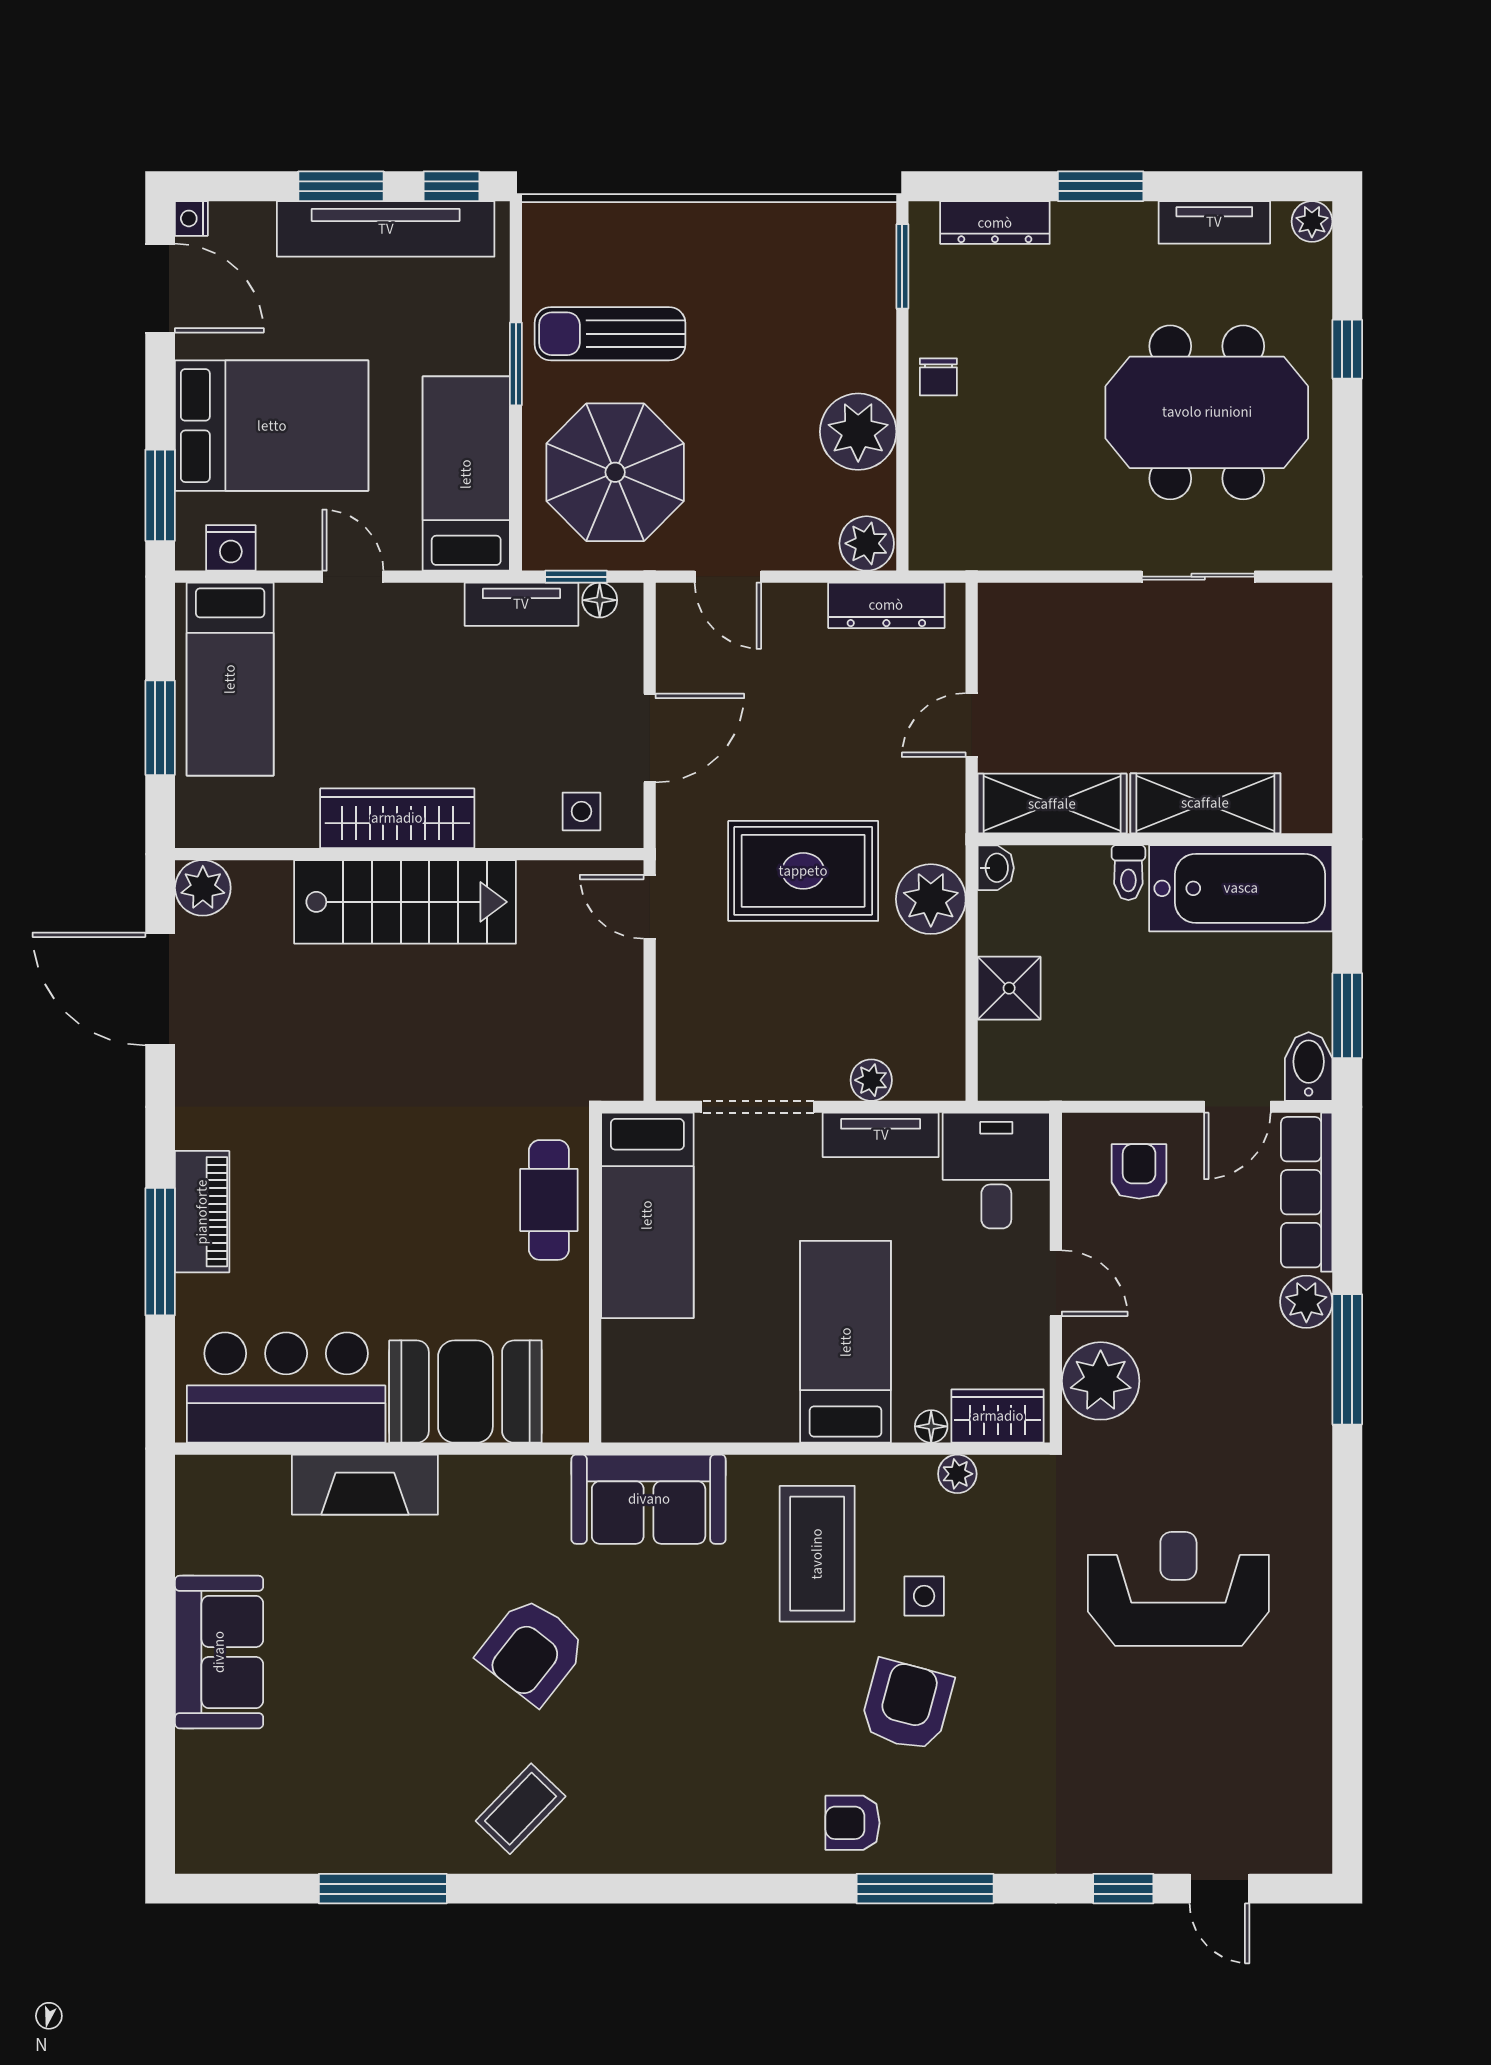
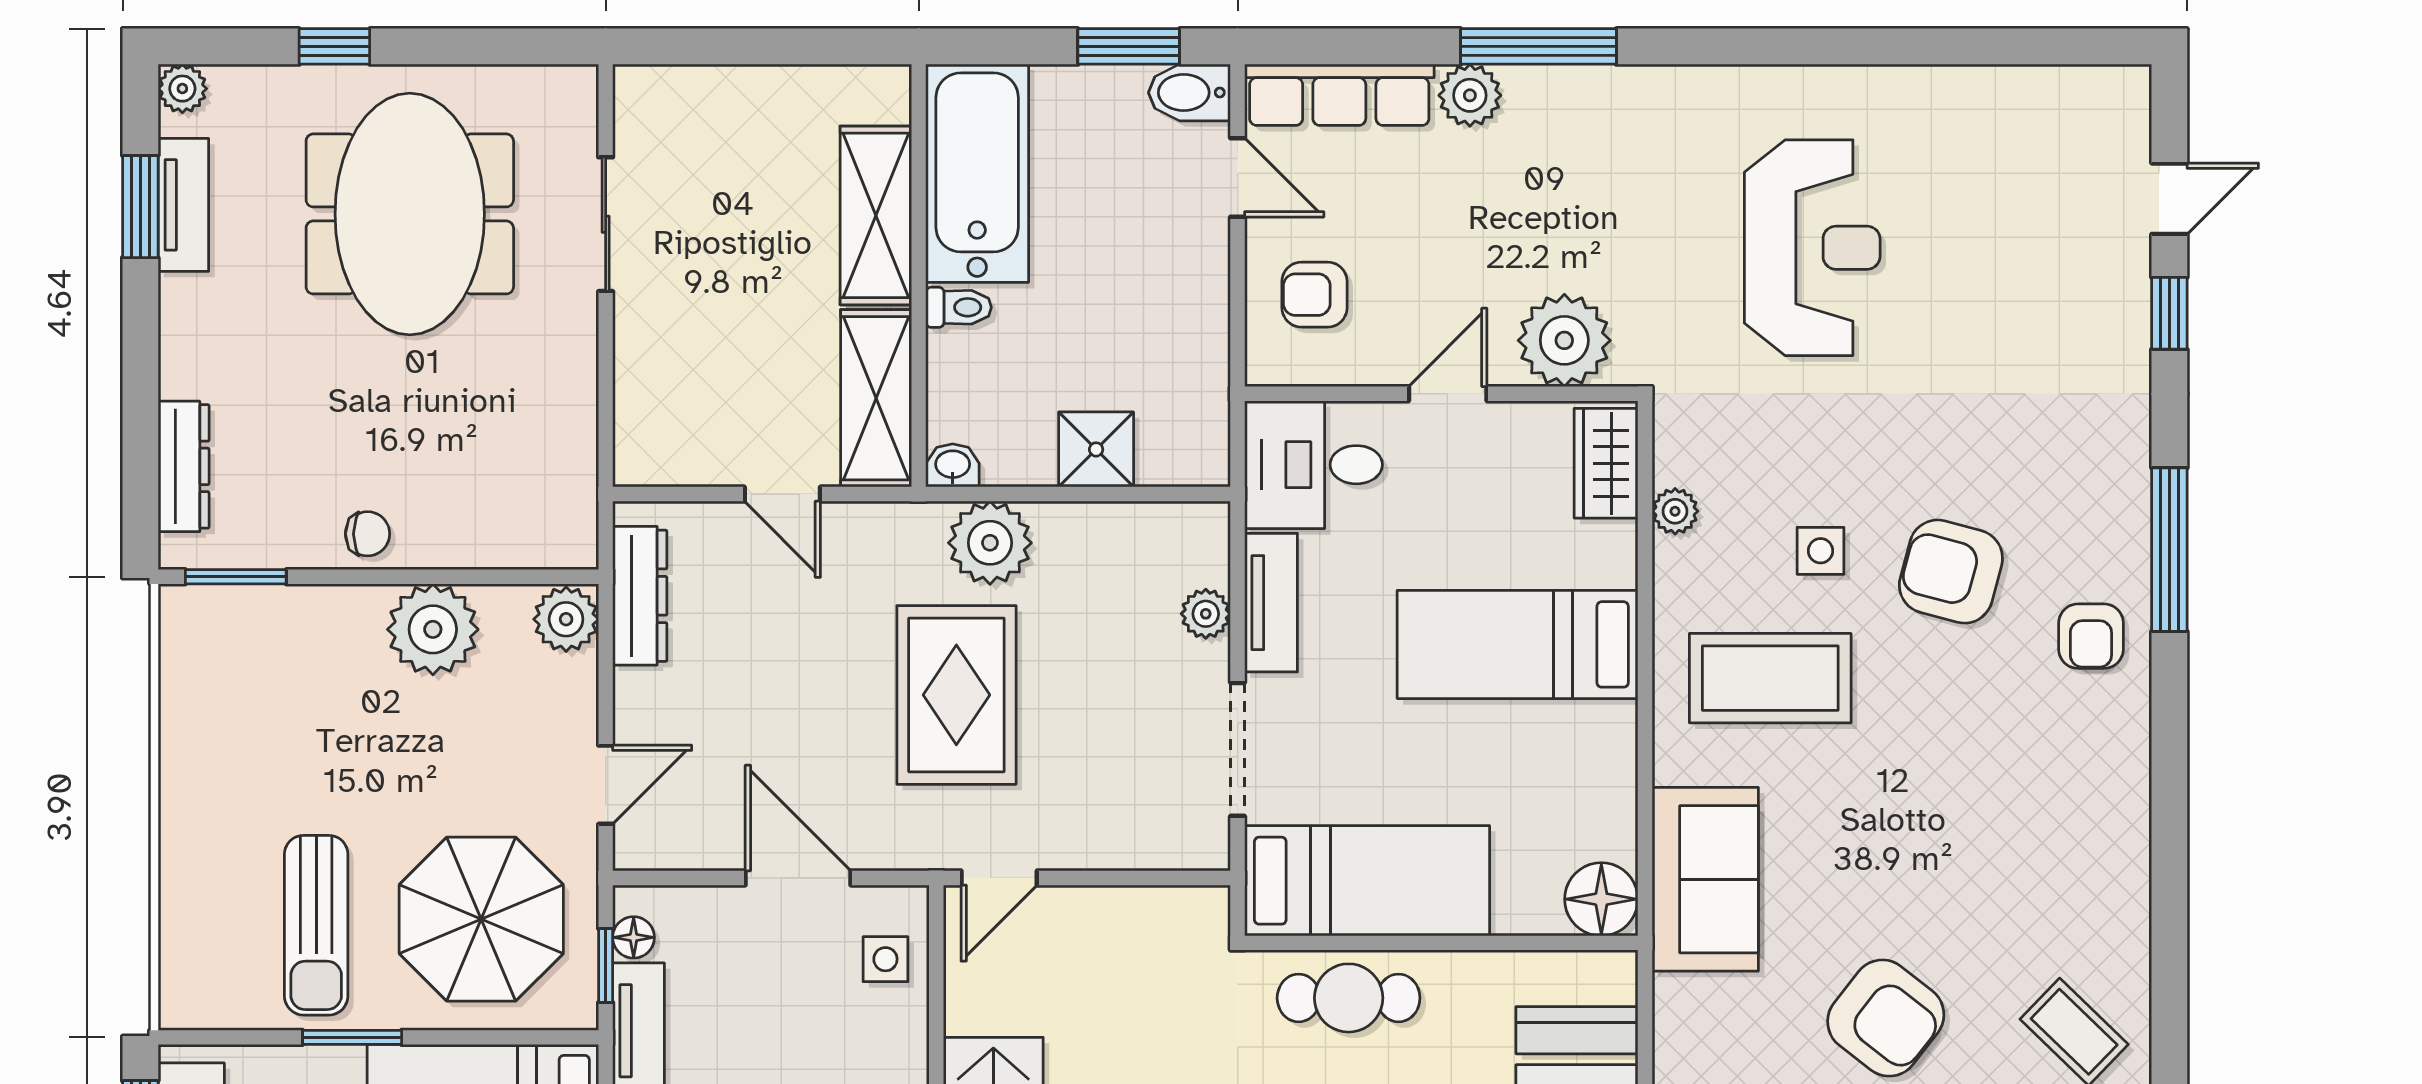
window: (1101, 186) -> (140, 207), moved
floor lamp: (931, 1426) -> (1601, 899), moved, width x1.89, depth x1.89
reception desk: (1178, 1589) -> (1812, 248), turned 180

